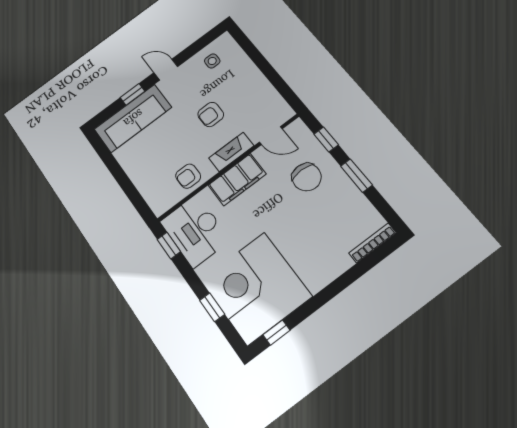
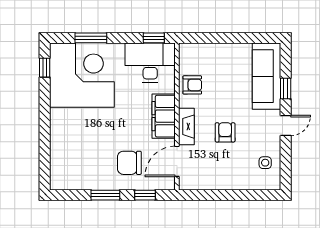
door: (271, 136) -> (177, 161), width x1.38
armchair: (188, 176) -> (192, 85), turned 90
bookcase: (372, 243) -> (55, 170), removed
window: (212, 307) -> (91, 38), width x1.50

